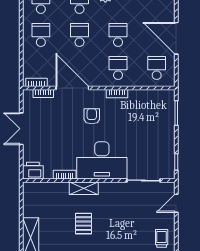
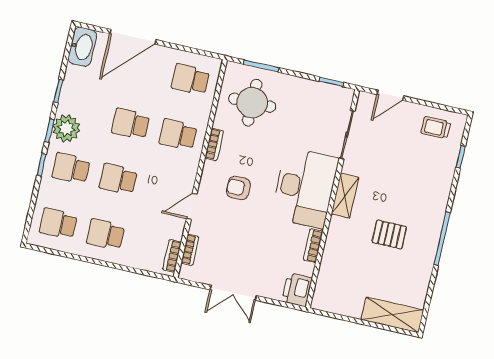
door: (176, 38) -> (133, 37), moved
door: (72, 88) -> (192, 206), width x0.53
round table: (150, 113) -> (252, 103), added
shelving: (84, 188) -> (345, 196), moved
door: (176, 203) -> (390, 95), hinge flipped

